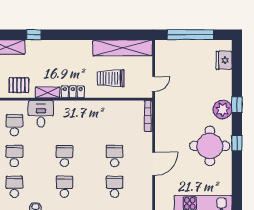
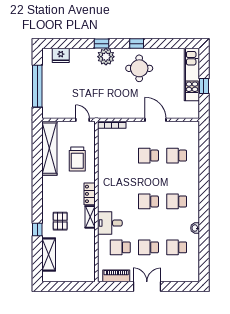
pallet: (19, 85) -> (60, 221), moved
round table: (210, 146) -> (139, 68), width x0.73, depth x0.73

